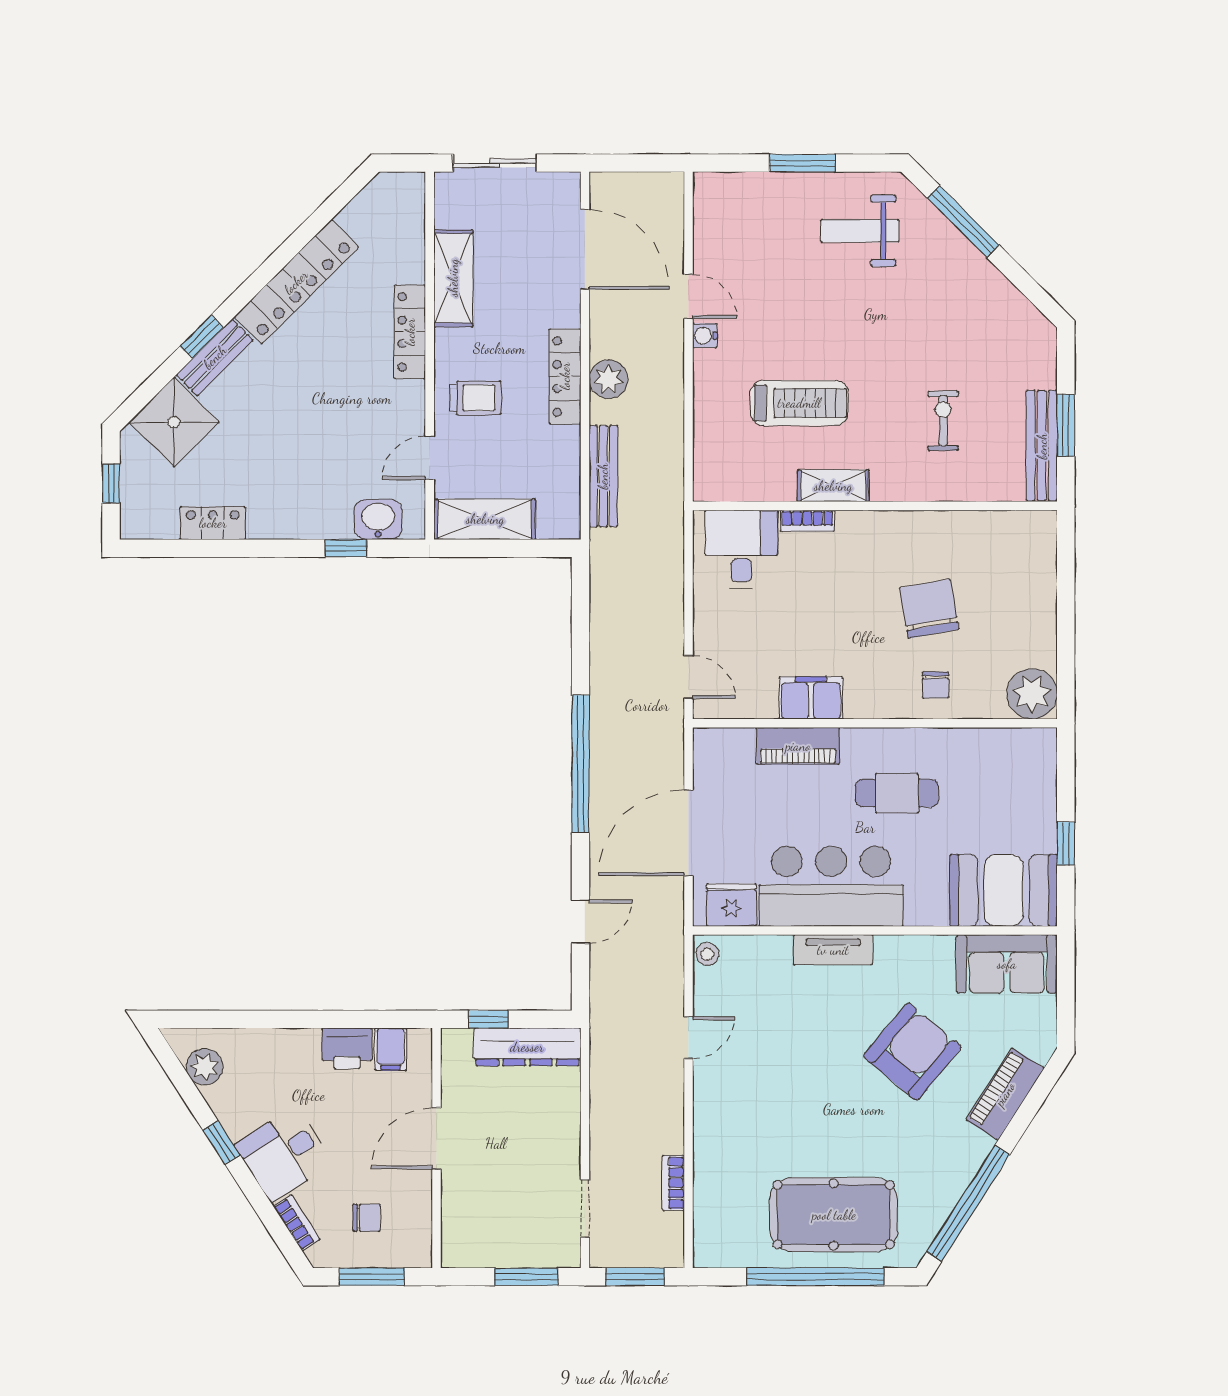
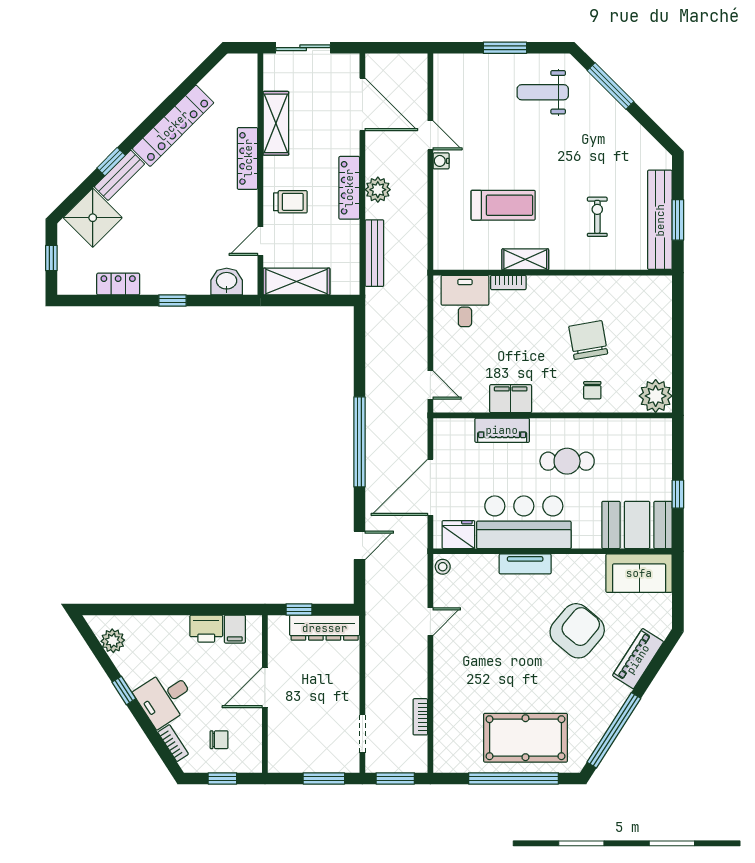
bench: (1042, 446) -> (660, 220), width x1.37, depth x1.21
window: (346, 548) -> (172, 301), moved
window: (372, 1277) -> (222, 778), width x0.67

